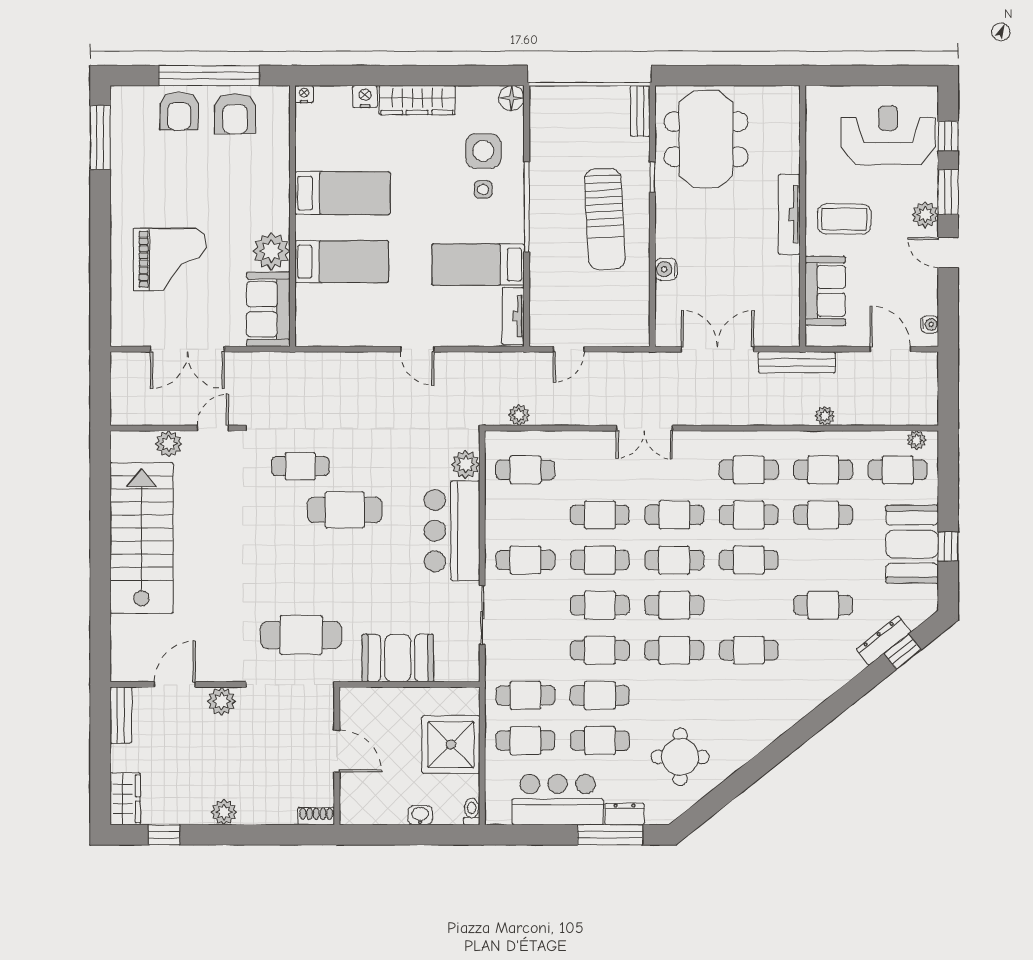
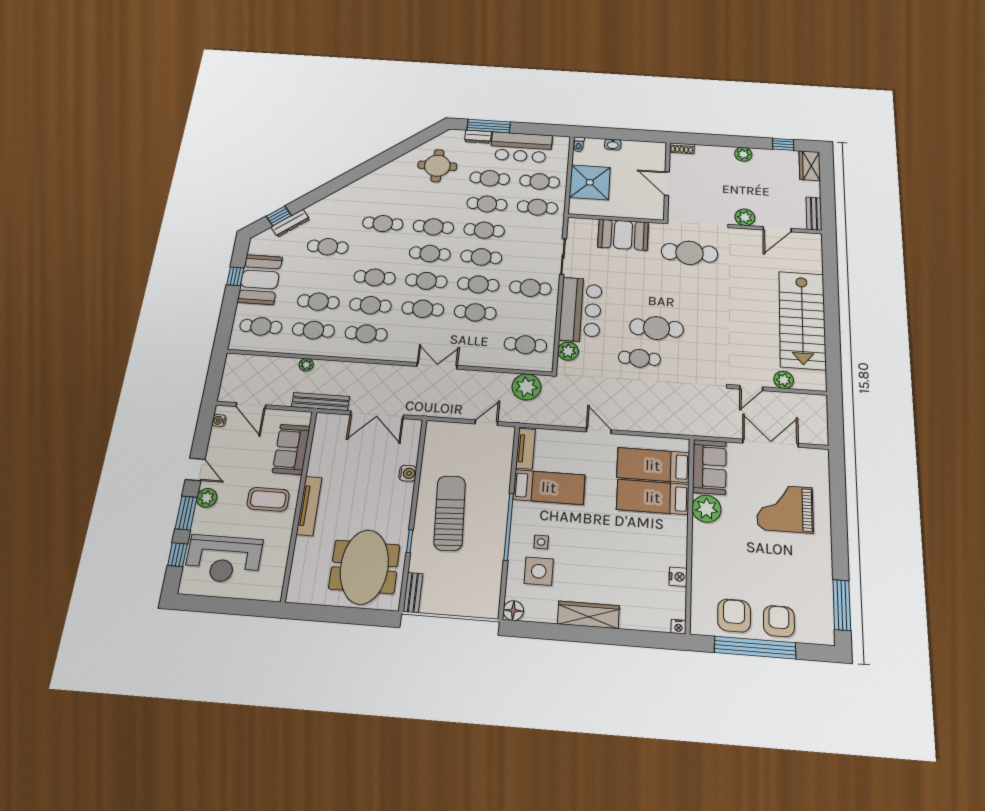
nightstand: (365, 97) -> (678, 577), moved, turned -90
bed: (342, 193) -> (653, 465), moved
plant: (519, 415) -> (527, 387), width x1.88, depth x1.88
plant: (917, 440) -> (244, 344), removed
cafe table: (300, 466) -> (639, 358), moved

